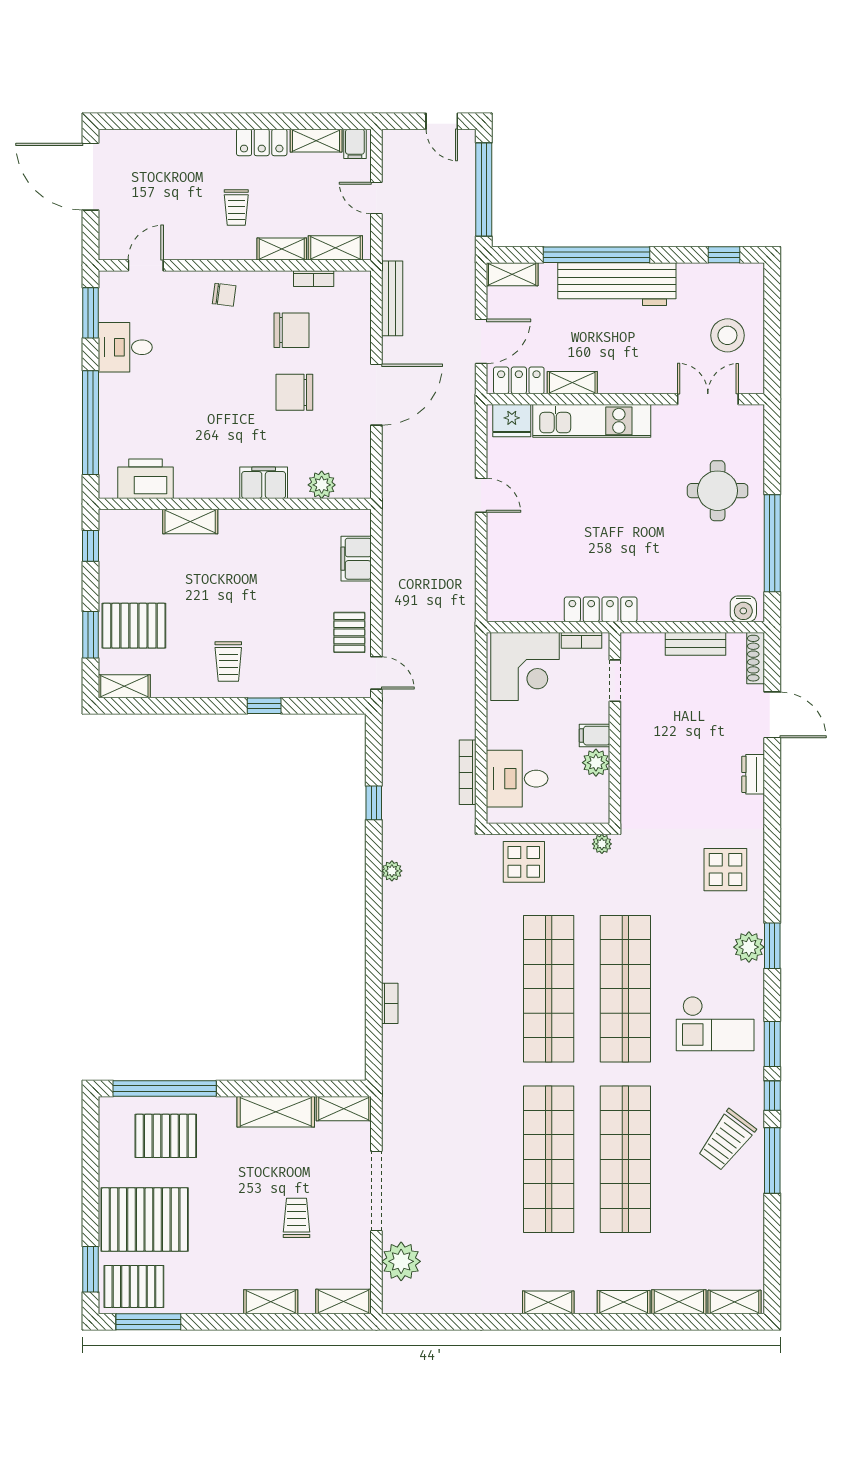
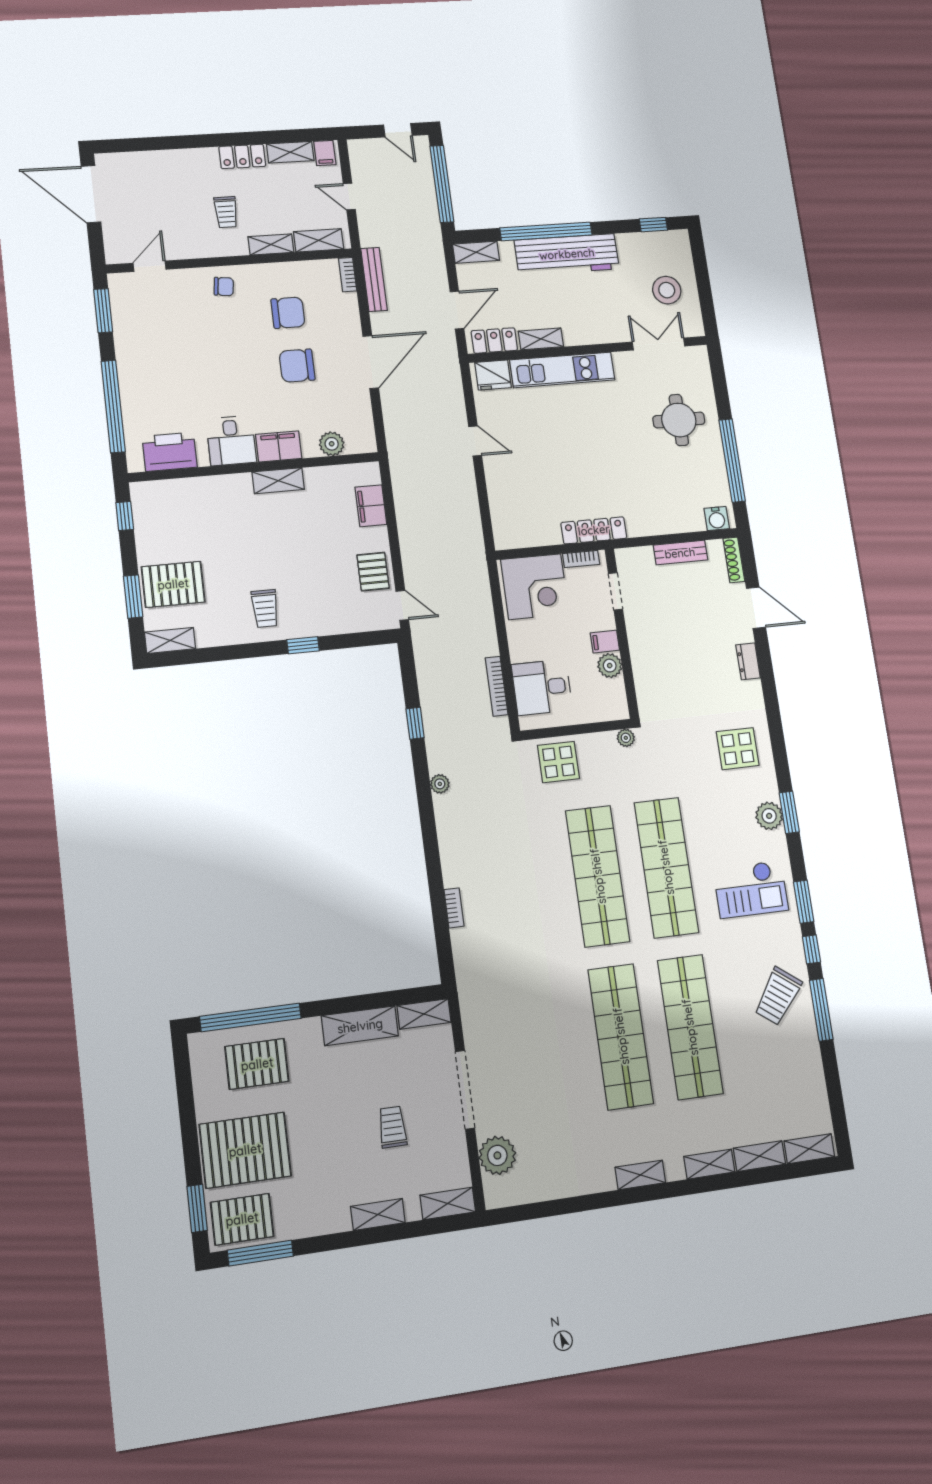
bookcase: (314, 279) -> (348, 275), moved, turned 90
desk: (125, 347) -> (231, 441), moved, turned -90
shelving: (190, 521) -> (278, 481), moved

